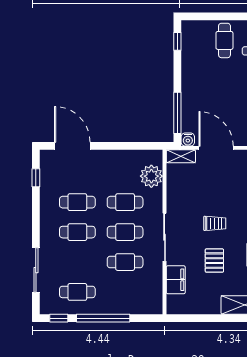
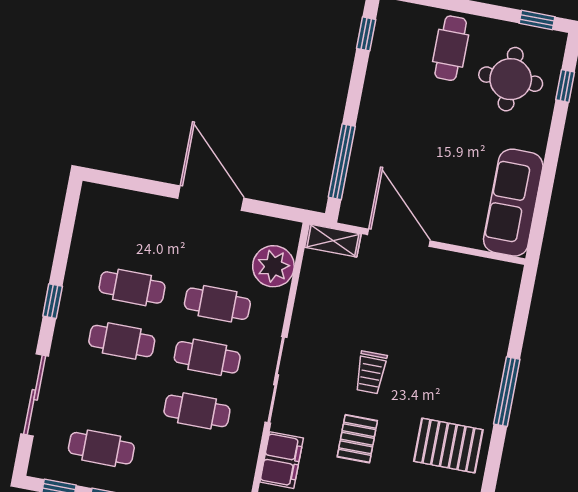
water cooler: (188, 140) -> (351, 213), removed
door: (72, 146) -> (211, 198), moved
window: (36, 178) -> (53, 301), moved
trolley: (215, 223) -> (371, 372), turned 90

